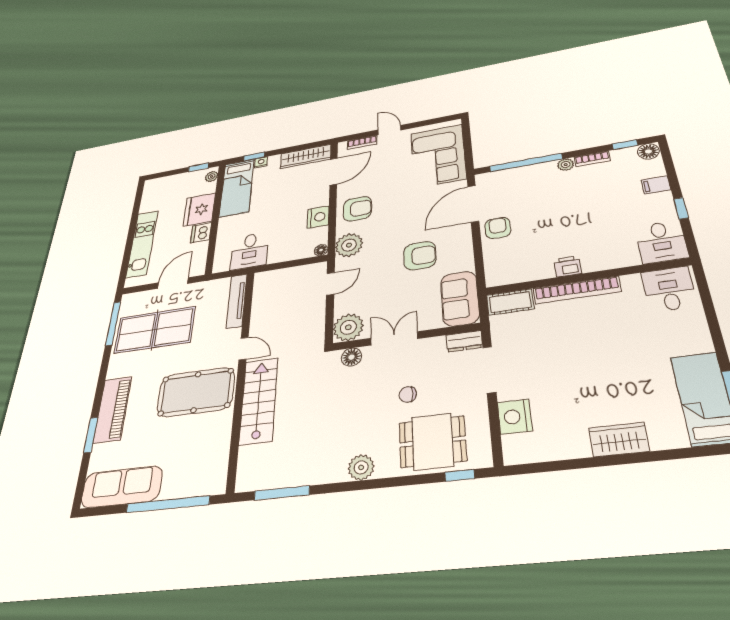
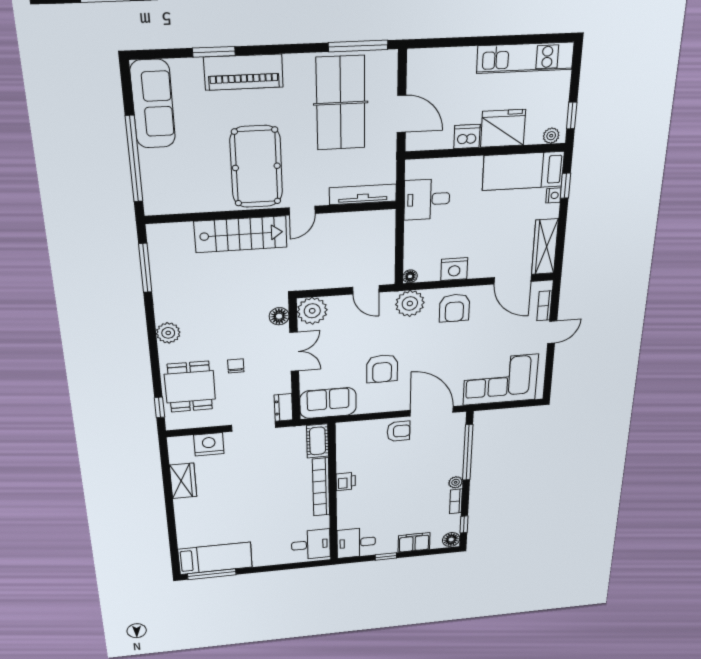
filing cabinet: (656, 185) -> (414, 542), width x2.00
kitchen unit: (142, 244) -> (525, 58), moved
wardrobe: (619, 440) -> (183, 481), moved

